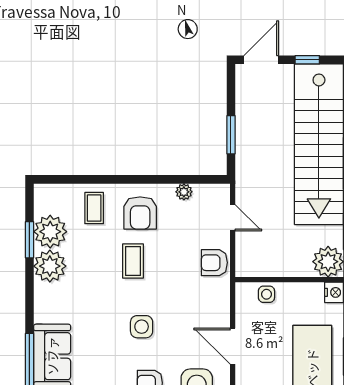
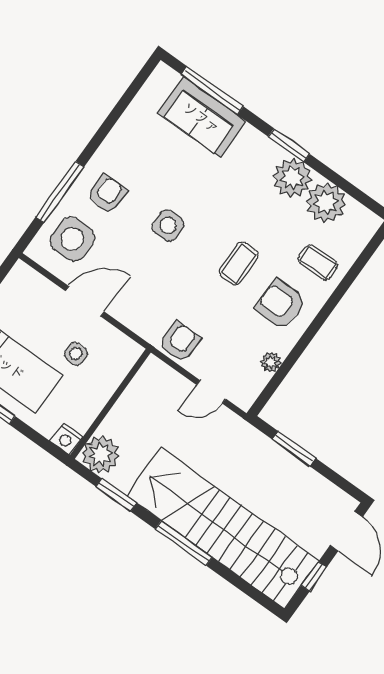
window: (29, 240) -> (289, 145), moved
coffee table: (133, 261) -> (239, 263), turned 90
side table: (266, 294) -> (76, 354), moved

